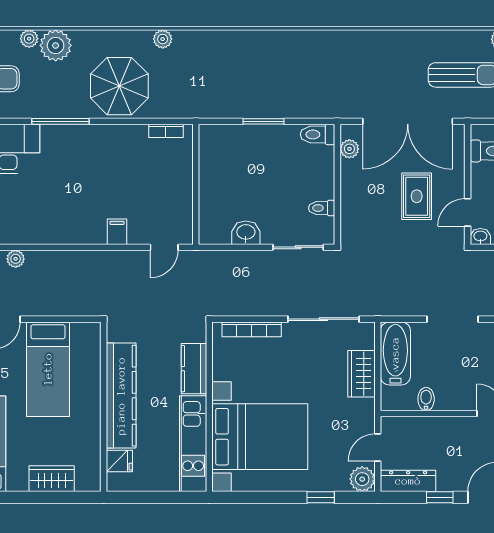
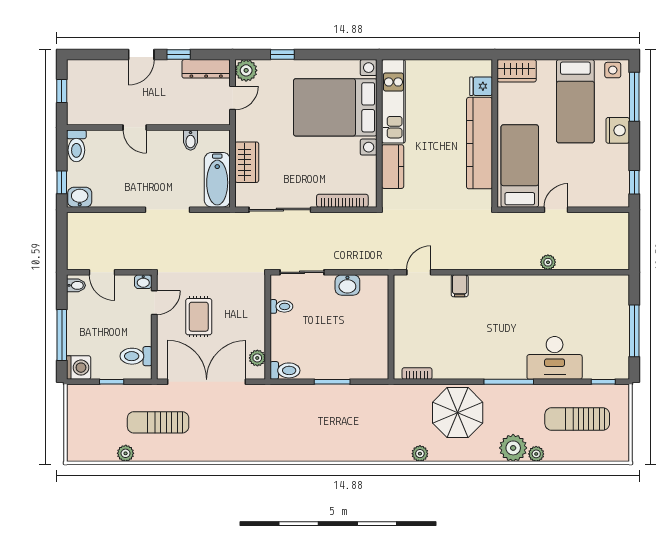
kitchen counter: (121, 396) -> (480, 143), moved
wall: (104, 407) -> (495, 133), moved
fridge: (119, 461) -> (481, 86), moved

